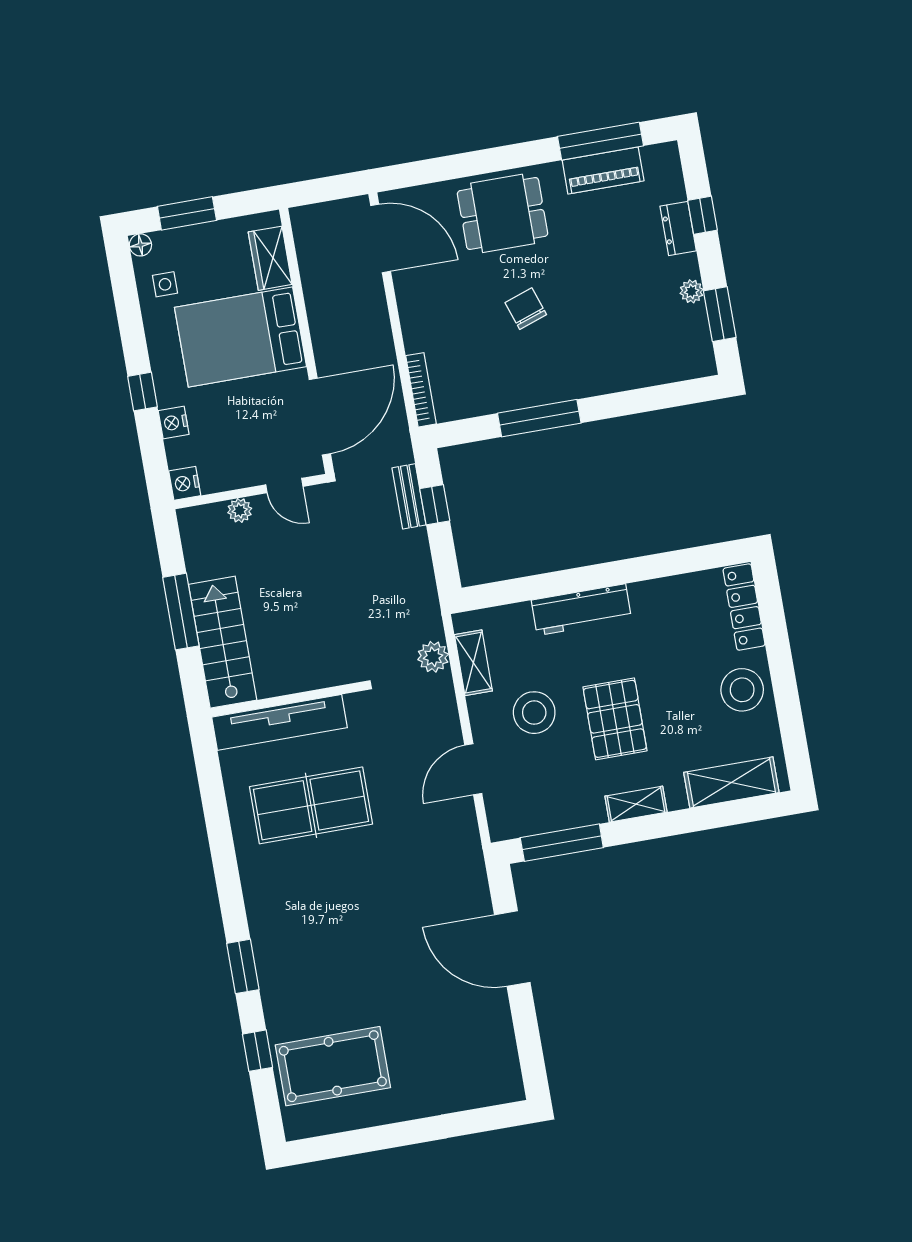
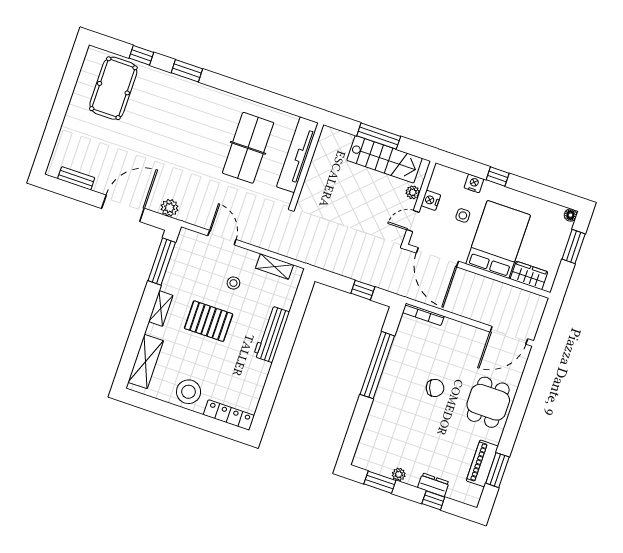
window: (600, 141) -> (497, 470), width x0.69
side table: (165, 284) -> (463, 215), moved
window: (539, 418) -> (377, 365), width x1.46
nightstand: (185, 483) -> (431, 200), moved, turned -90
bench: (409, 496) -> (76, 178), moved
stairs: (223, 642) -> (384, 159), moved
plant: (433, 657) -> (170, 208), moved
stool: (534, 713) -> (233, 283), width x0.53, depth x0.53

